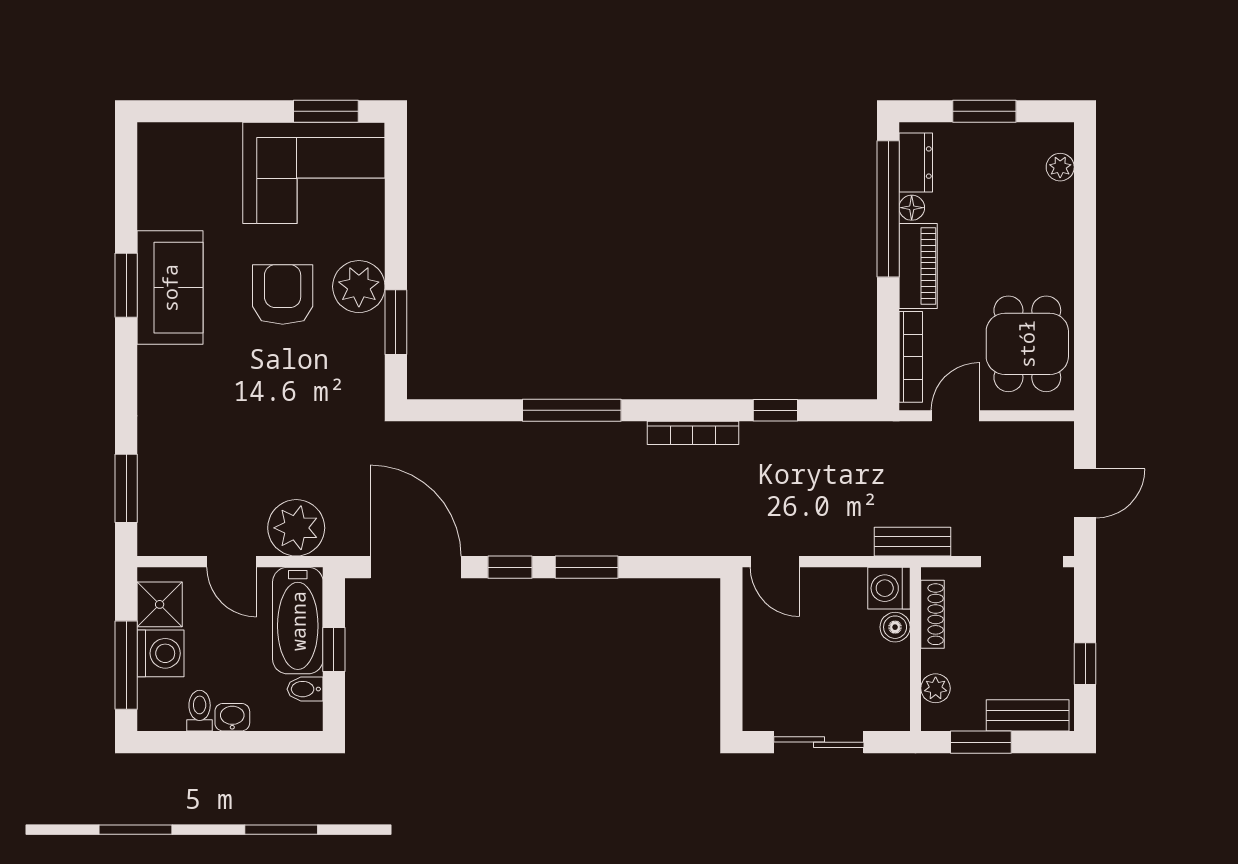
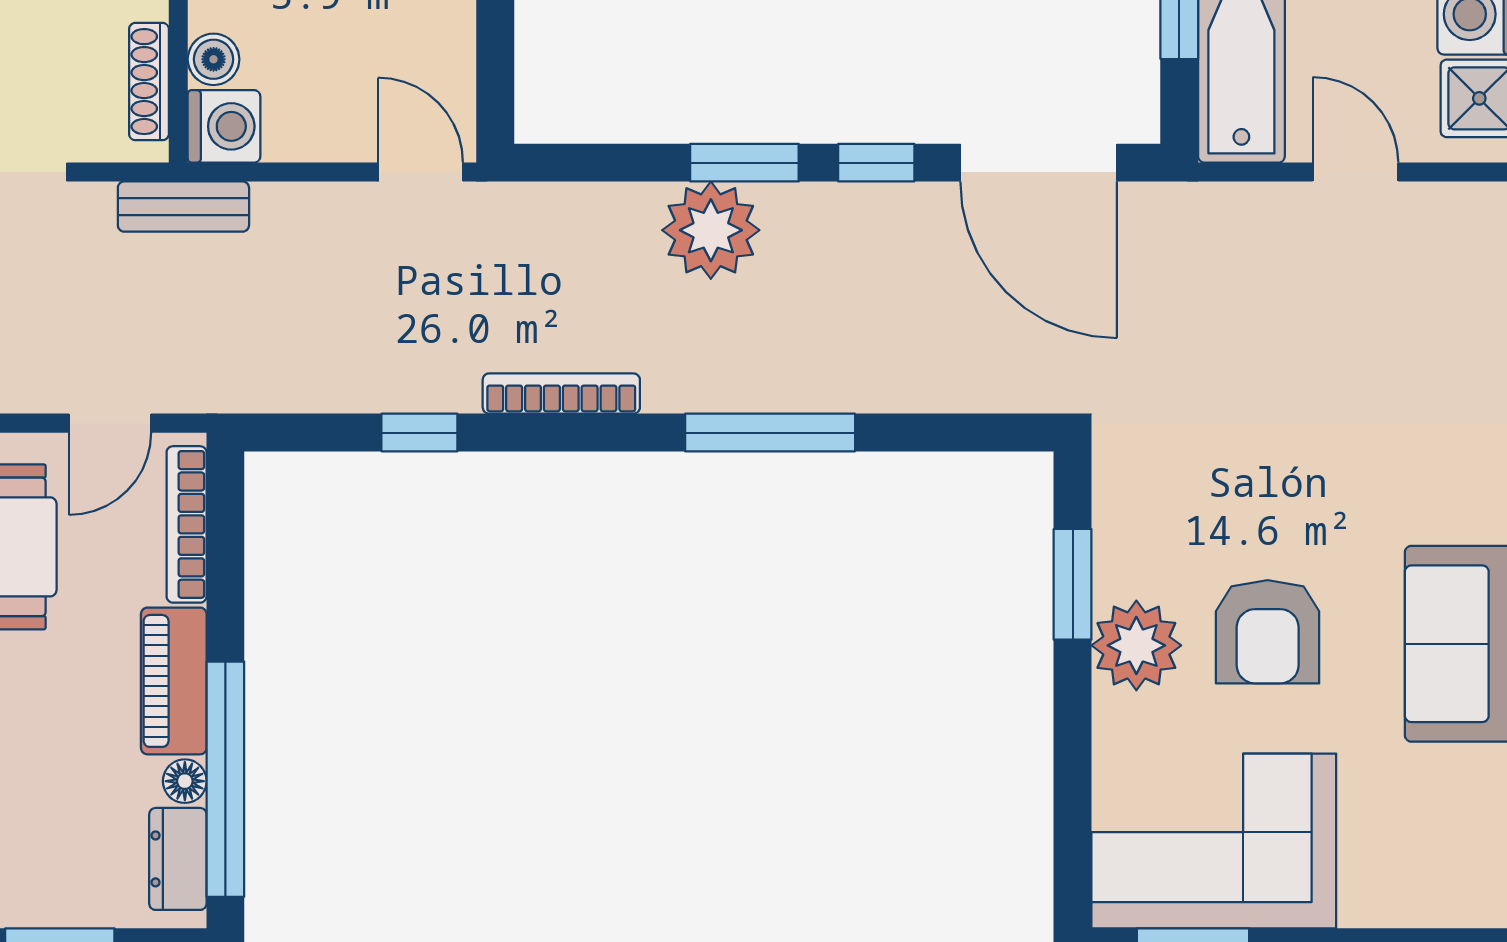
plant: (296, 528) -> (711, 230), moved

